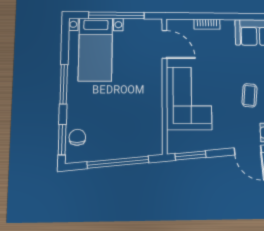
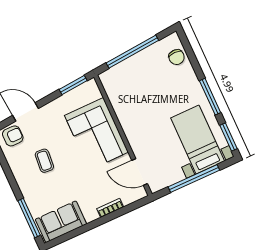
window: (62, 140) -> (229, 137), moved

